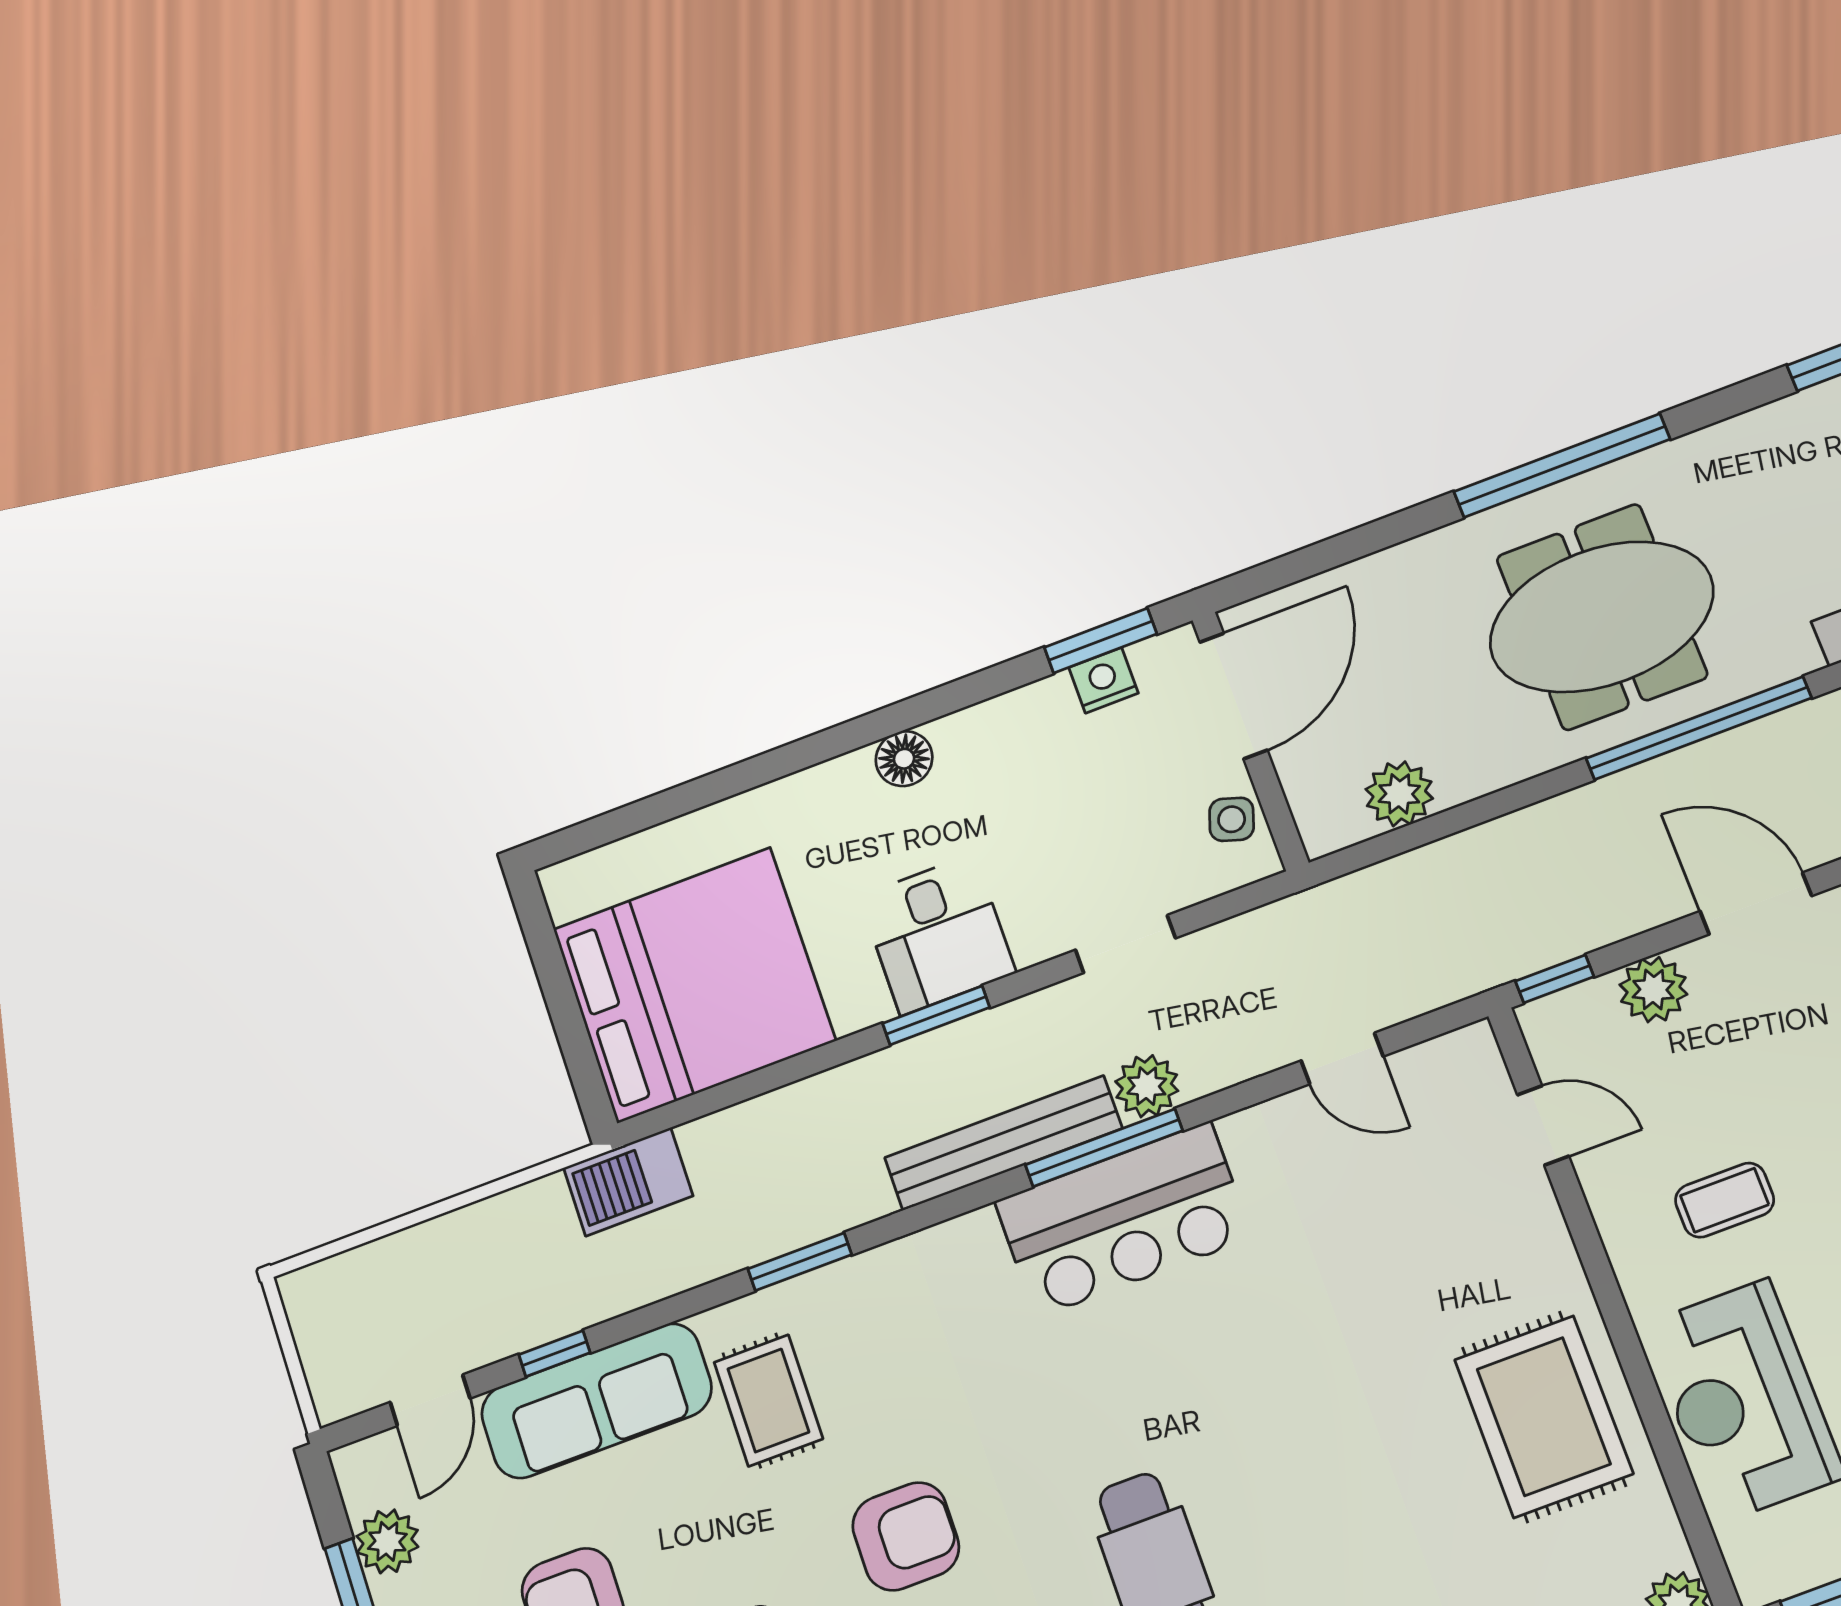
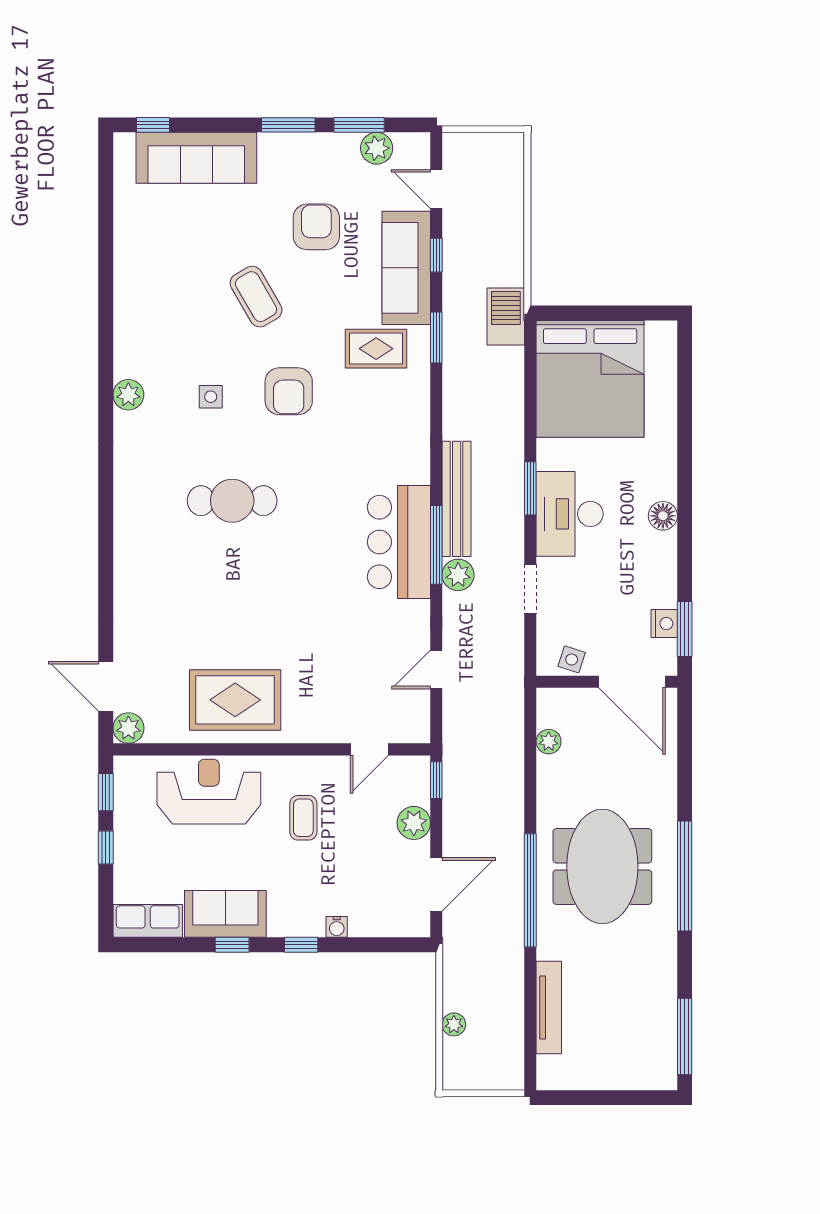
plant: (1399, 794) -> (549, 742), width x0.73, depth x0.73
desk: (937, 934) -> (570, 514), width x1.37
window: (800, 1262) -> (436, 337), moved

